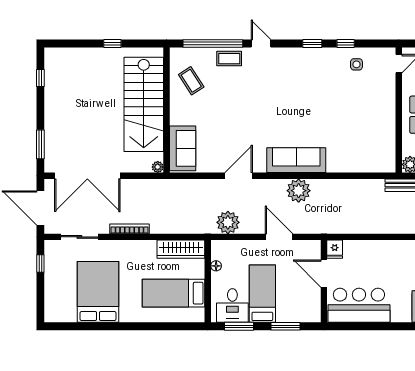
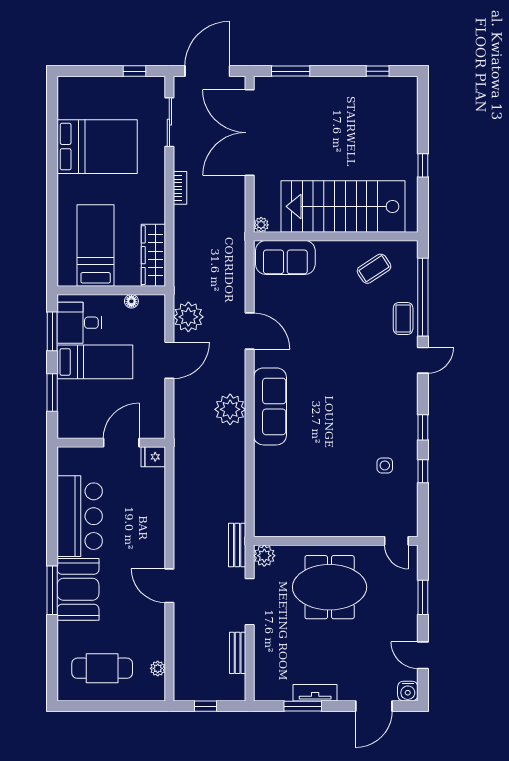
side table: (356, 64) -> (385, 465), moved
bookcase: (130, 229) -> (180, 188), width x0.64
door: (279, 237) -> (169, 360), moved
bar counter: (359, 305) -> (80, 516), moved

